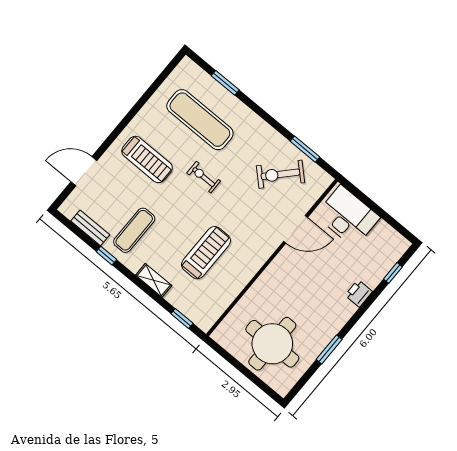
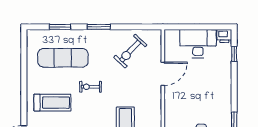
window: (305, 149) -> (99, 27), moved
desk: (348, 216) -> (198, 44), moved
printer: (359, 293) -> (224, 36), moved, turned -90

